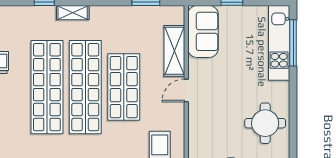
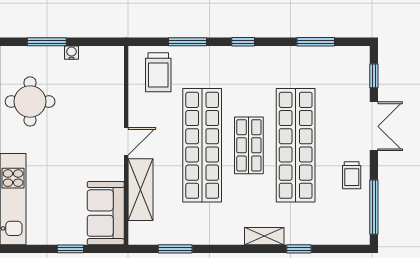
shop shelf: (85, 87) -> (249, 145), width x0.50, depth x0.74
shop shelf: (124, 87) -> (202, 145), width x1.40

